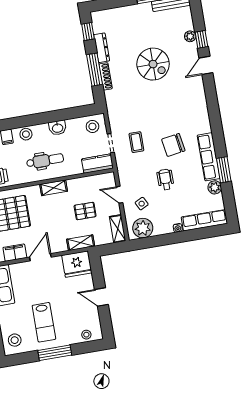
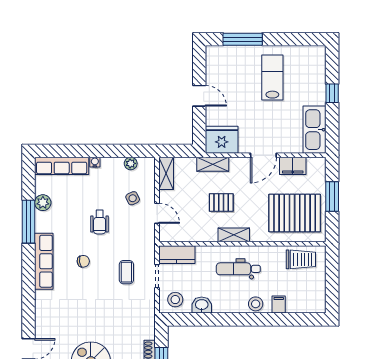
washbasin: (58, 128) -> (202, 305), moved
chair: (173, 145) -> (83, 261), width x0.54, depth x0.54
row of seats: (209, 157) -> (44, 261), moved
window: (224, 170) -> (29, 222), width x1.44
pallet: (85, 211) -> (221, 202), moved
plant: (143, 228) -> (131, 163), width x0.53, depth x0.53
stool: (86, 335) -> (225, 54), removed
stool: (15, 340) -> (311, 62), removed
window: (55, 353) -> (243, 39), moved

